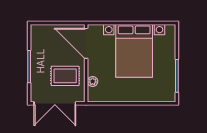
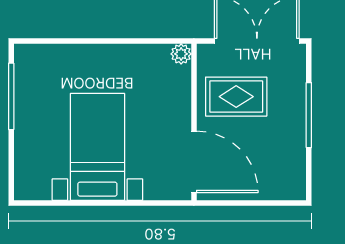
bed with nightstands: (134, 51) -> (97, 147), width x0.73
plant: (93, 81) -> (181, 54), moved

